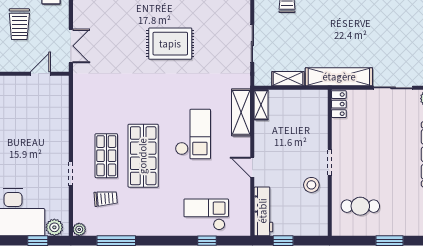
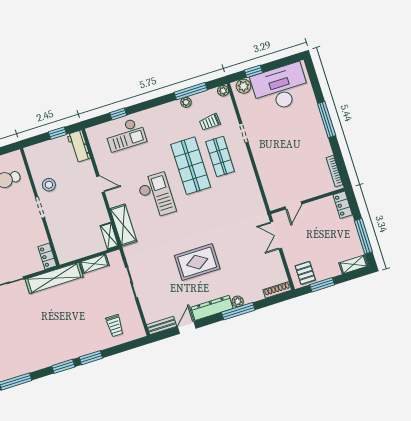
trolley: (19, 24) -> (323, 240), removed
checkout: (193, 134) -> (156, 196), turned 180
workbench: (263, 211) -> (79, 146), width x0.73
plant: (126, 230) -> (186, 102), added

